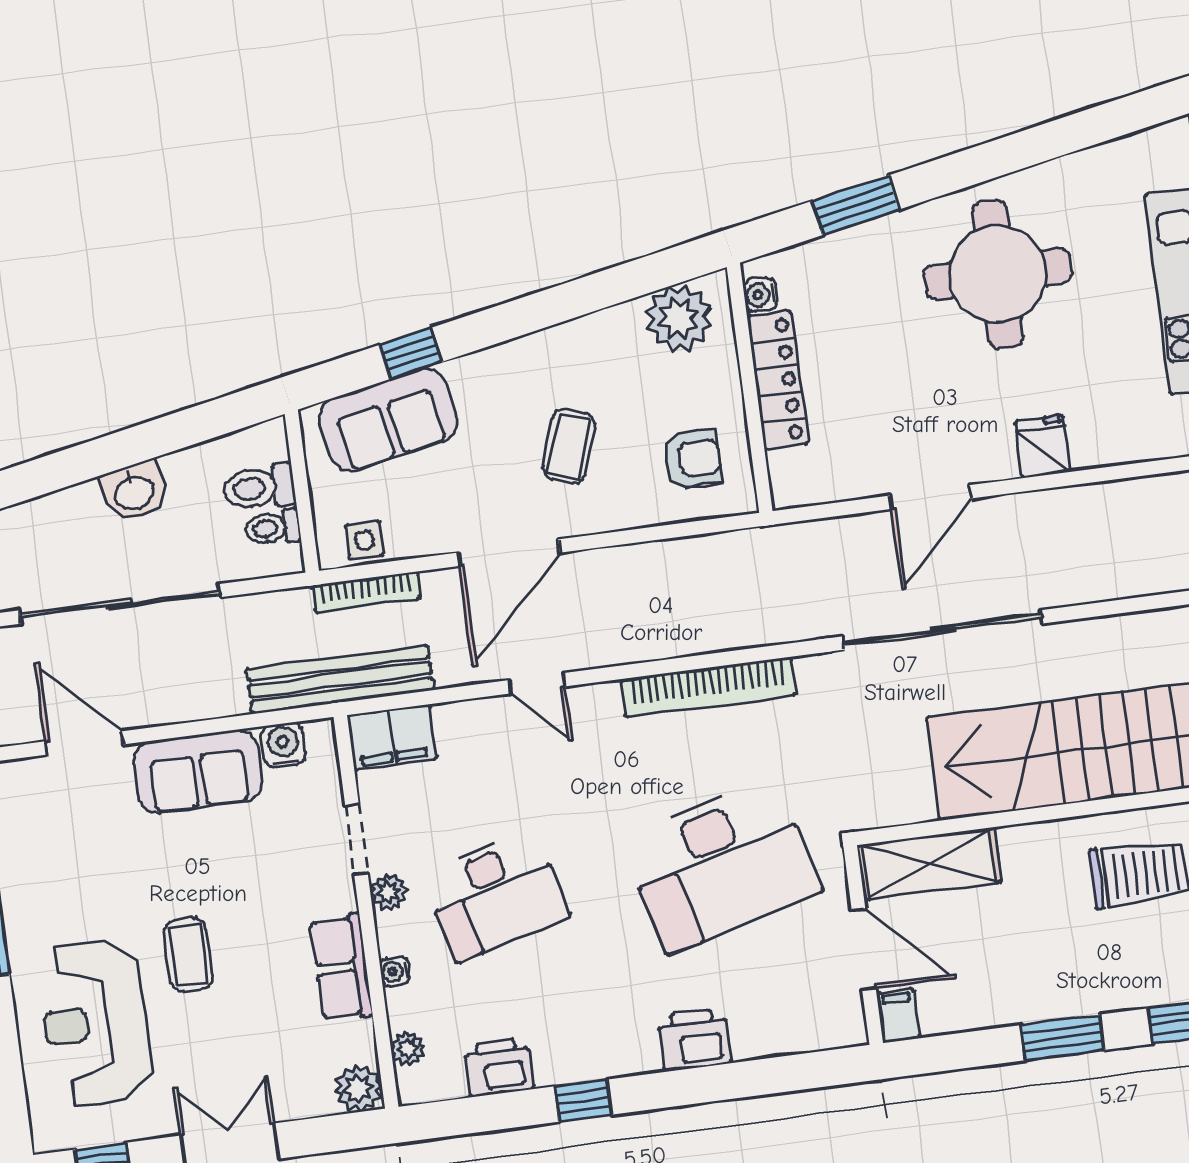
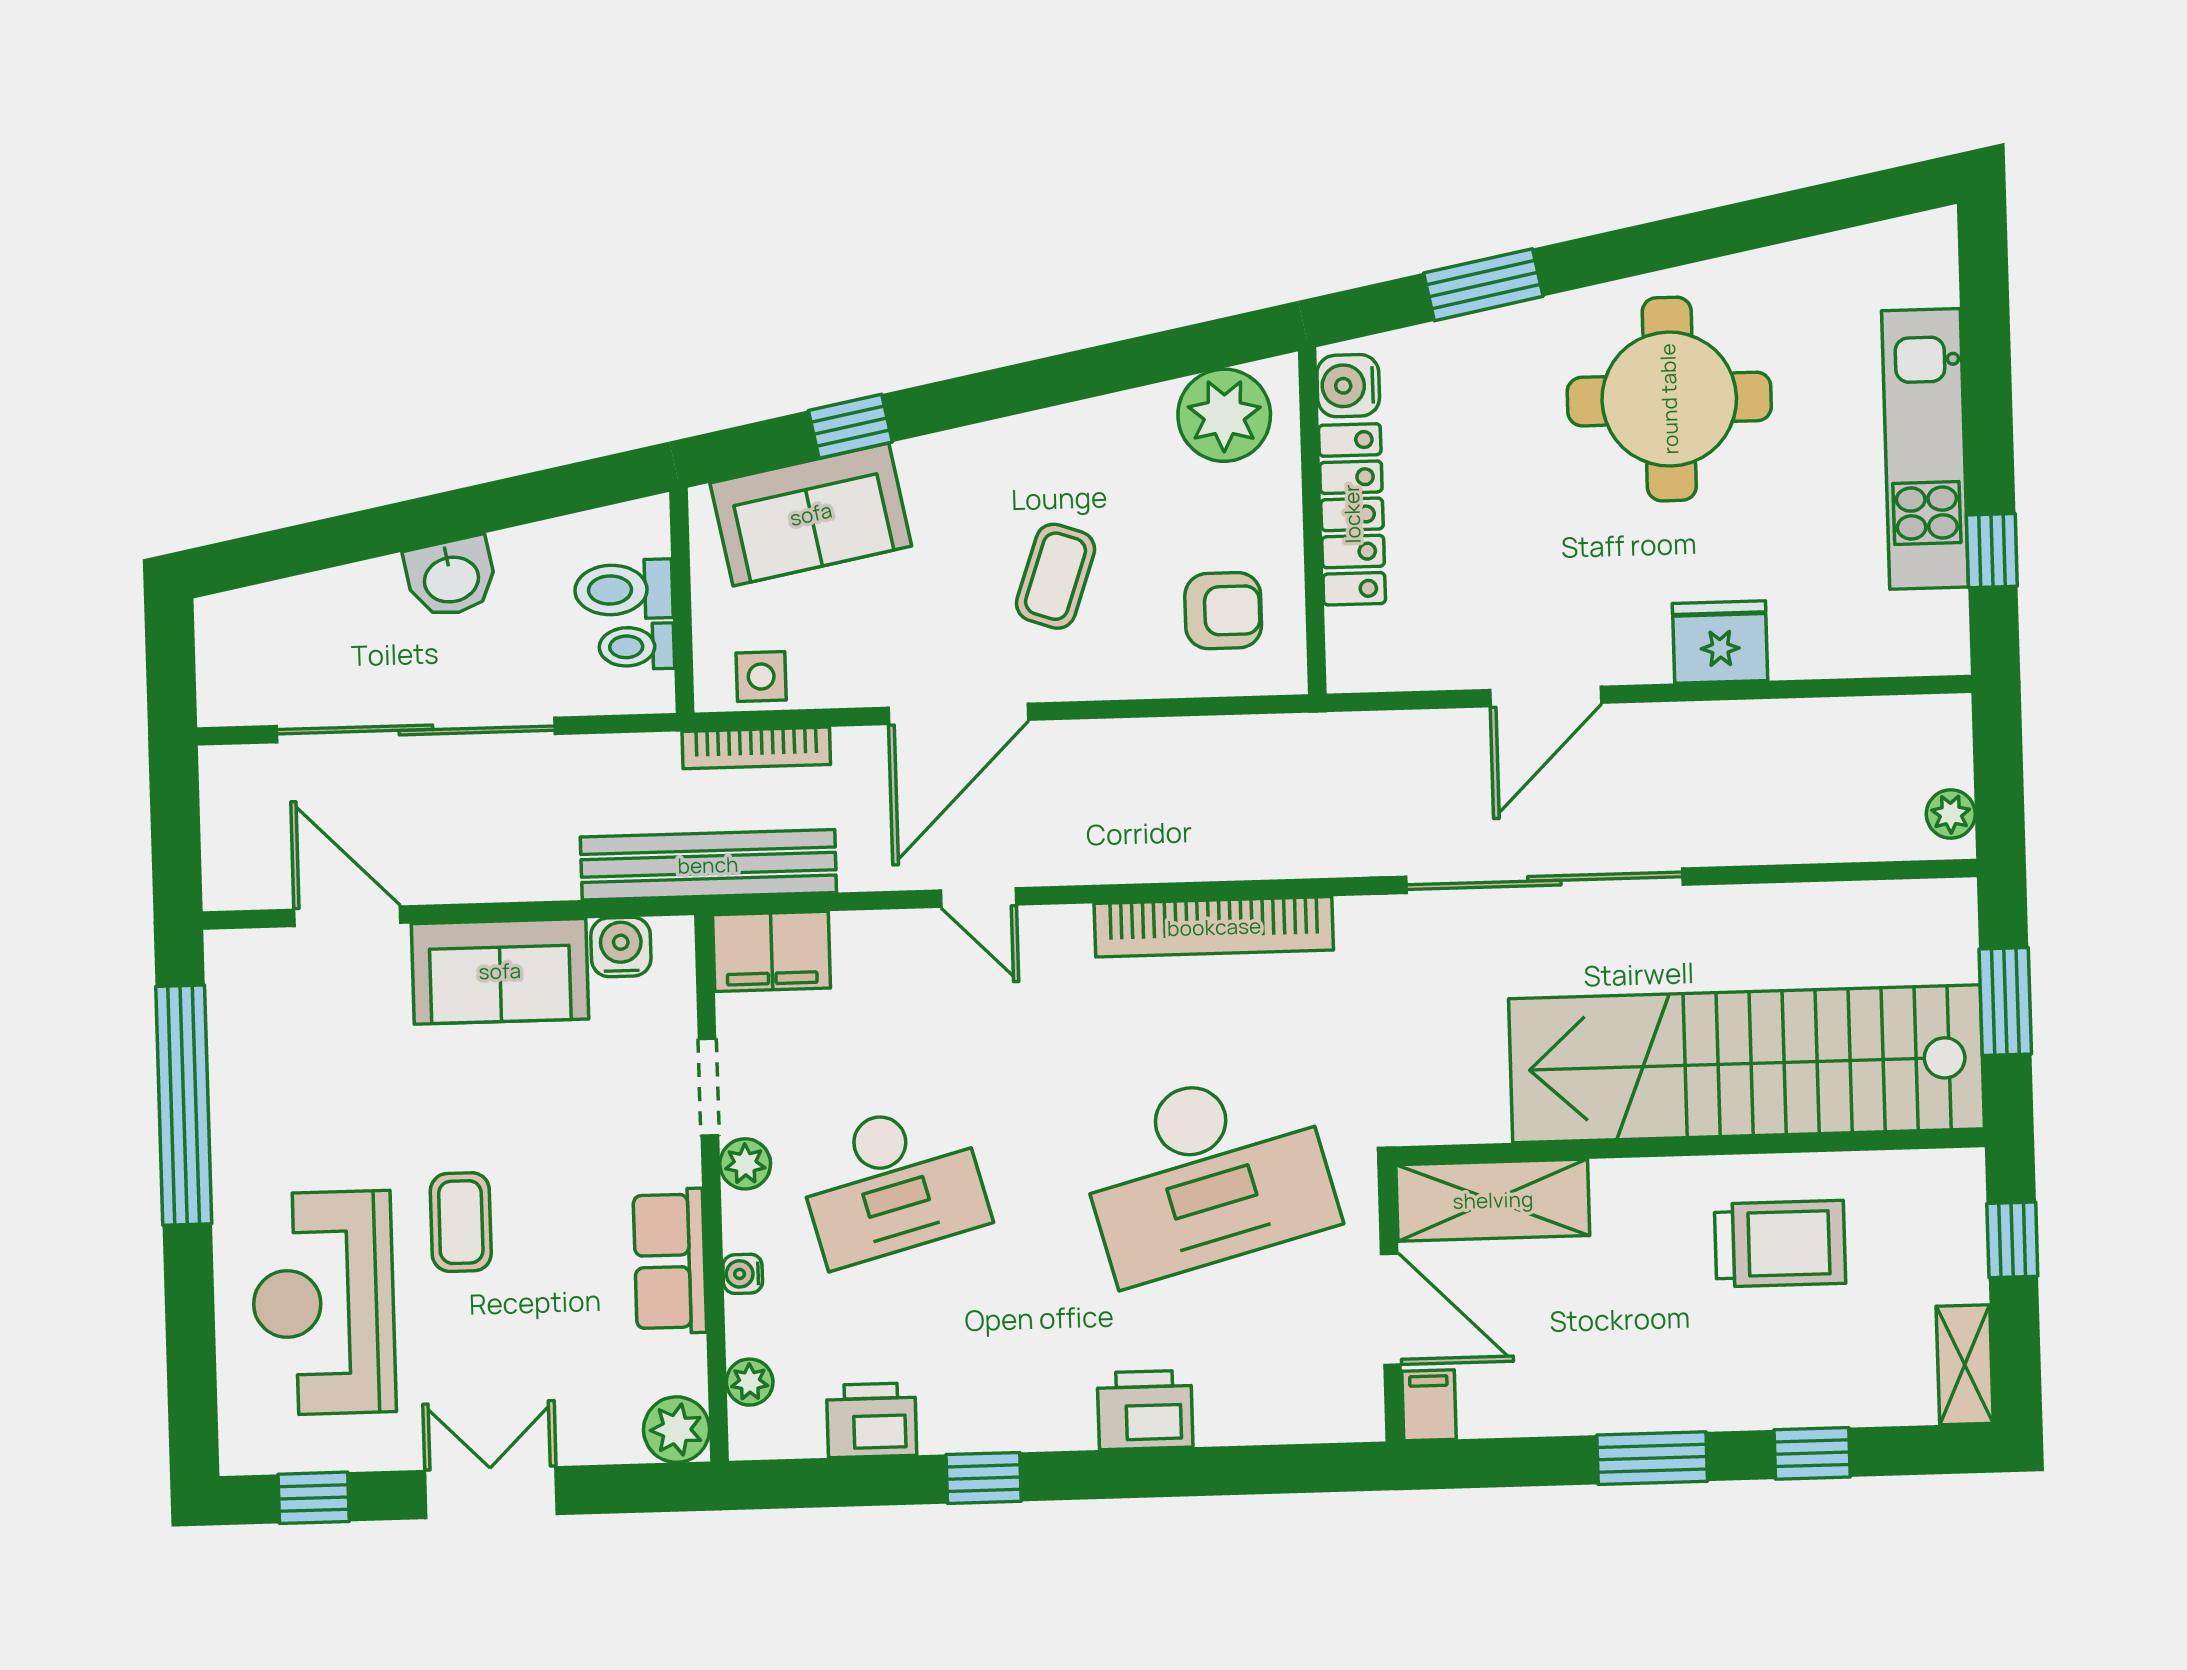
water cooler: (760, 295) -> (1348, 386), width x1.38, depth x1.38
fridge: (1043, 446) -> (1720, 642), width x1.38

